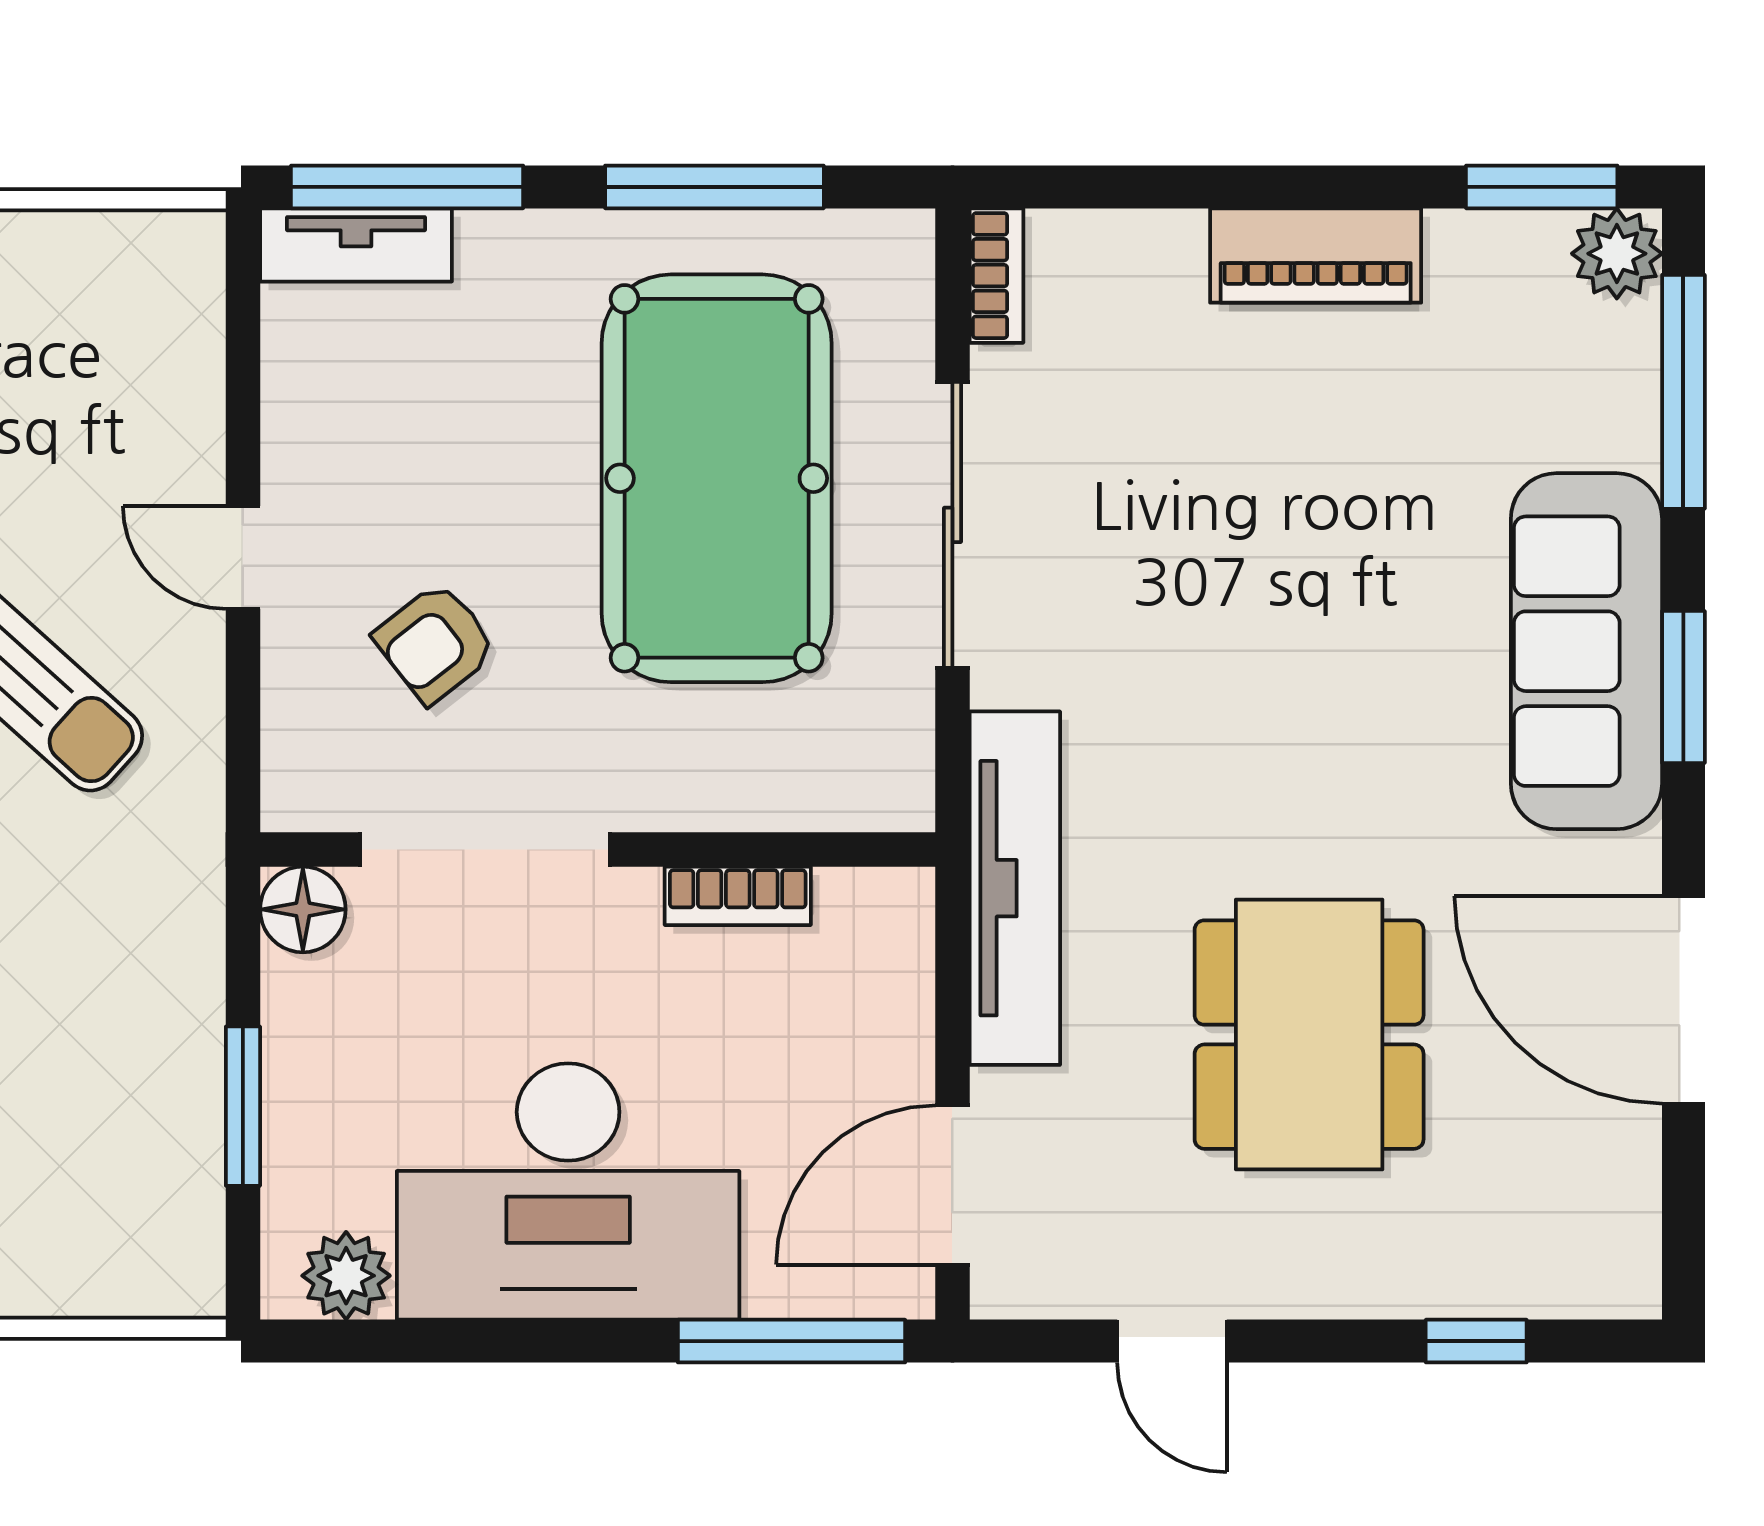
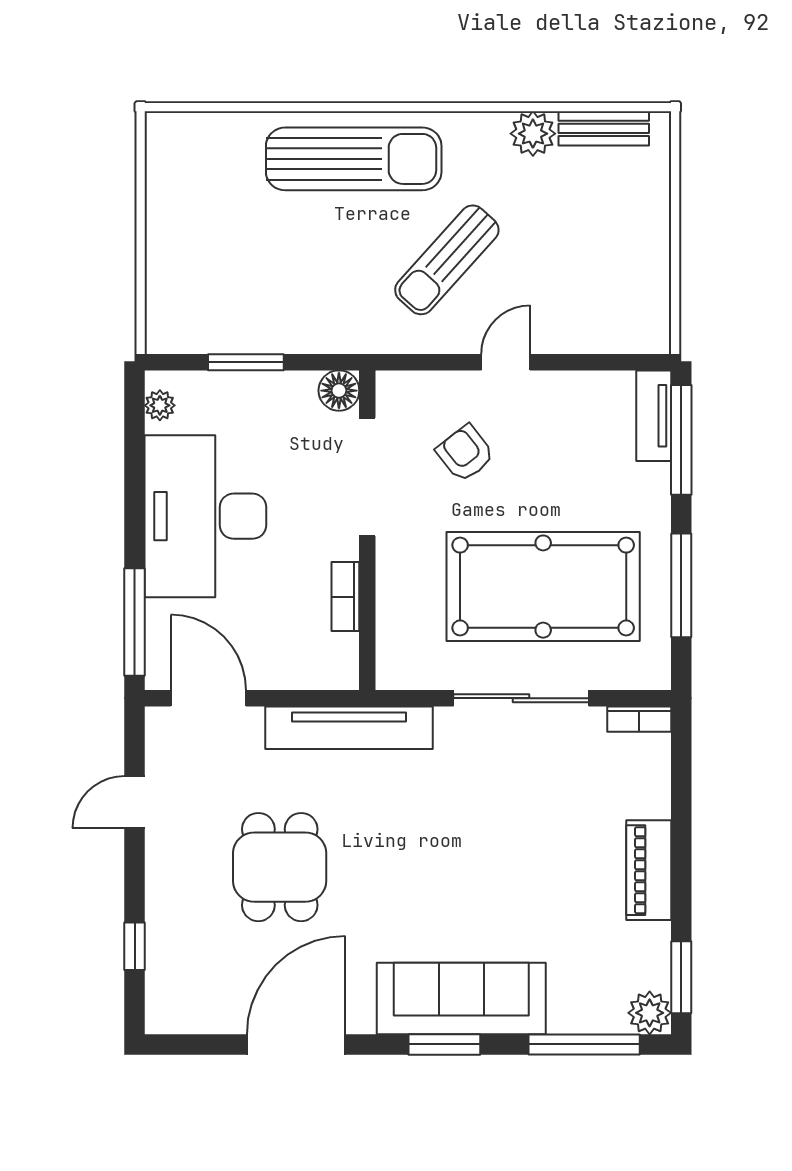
dining table: (1309, 1035) -> (280, 867), width x0.73
plant: (346, 1276) -> (160, 405), width x0.73, depth x0.73

